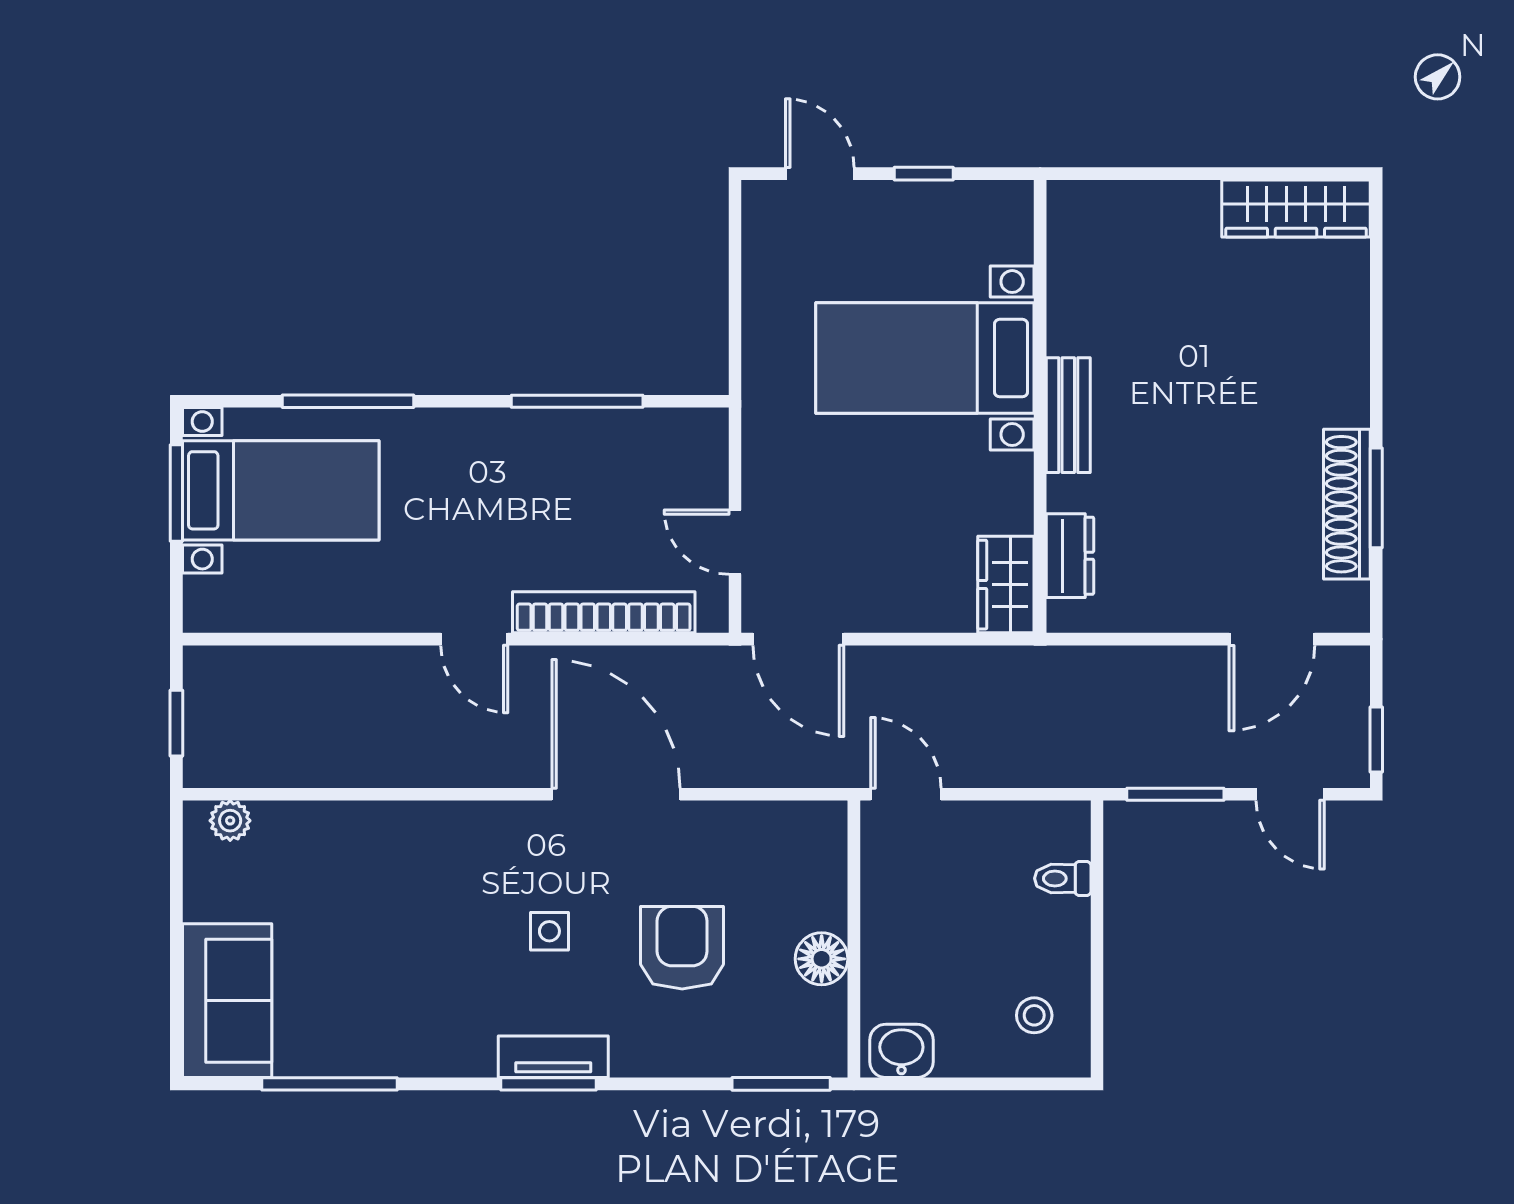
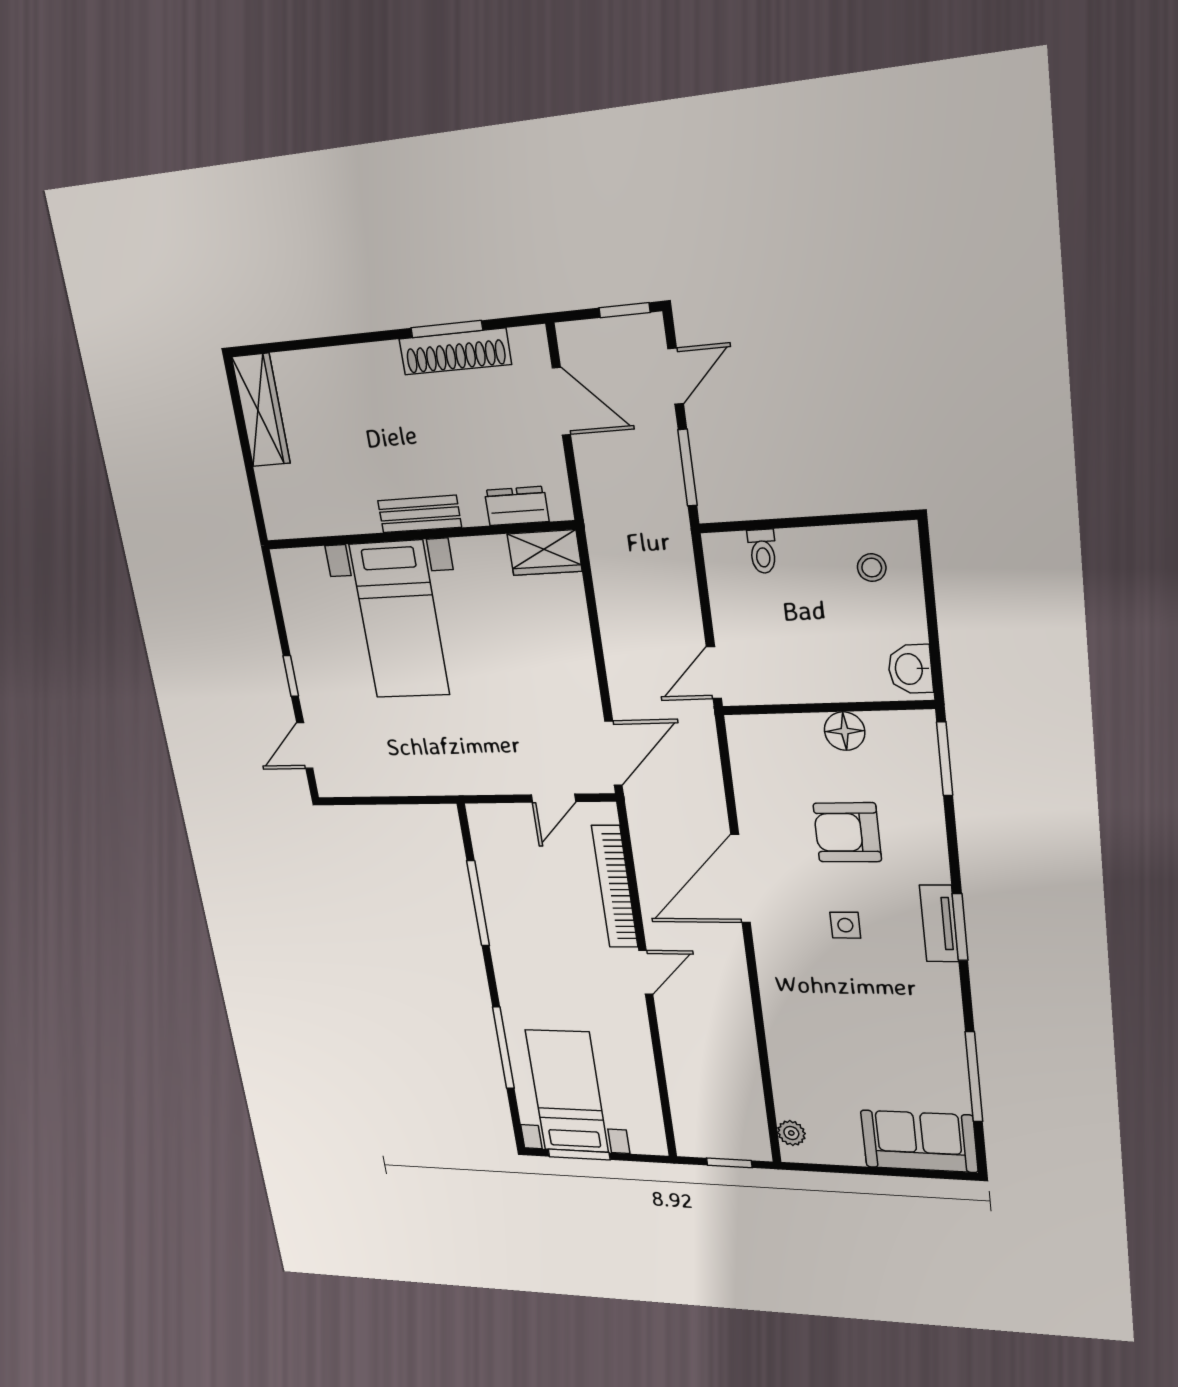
bed with nightstands: (925, 358) -> (400, 620), moved
wall: (1040, 406) -> (417, 535), moved
bench: (1068, 415) -> (420, 514), moved
dresser: (1070, 556) -> (517, 506), moved
wardrobe: (1006, 585) -> (545, 553), moved

